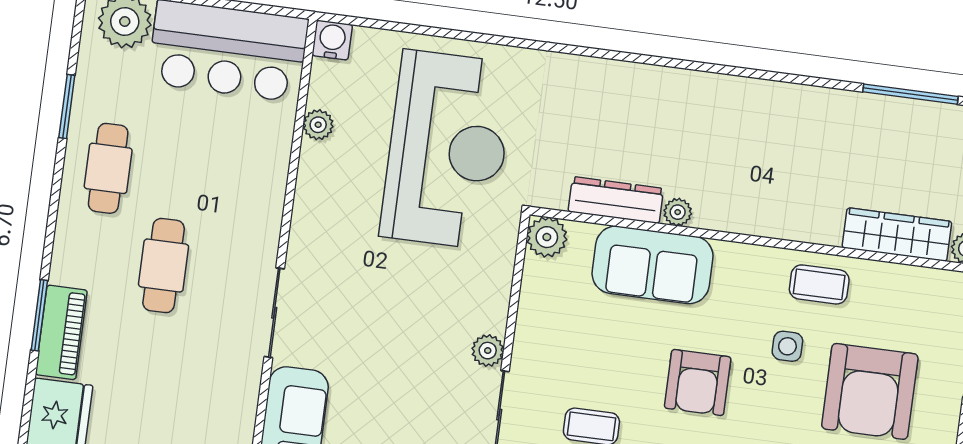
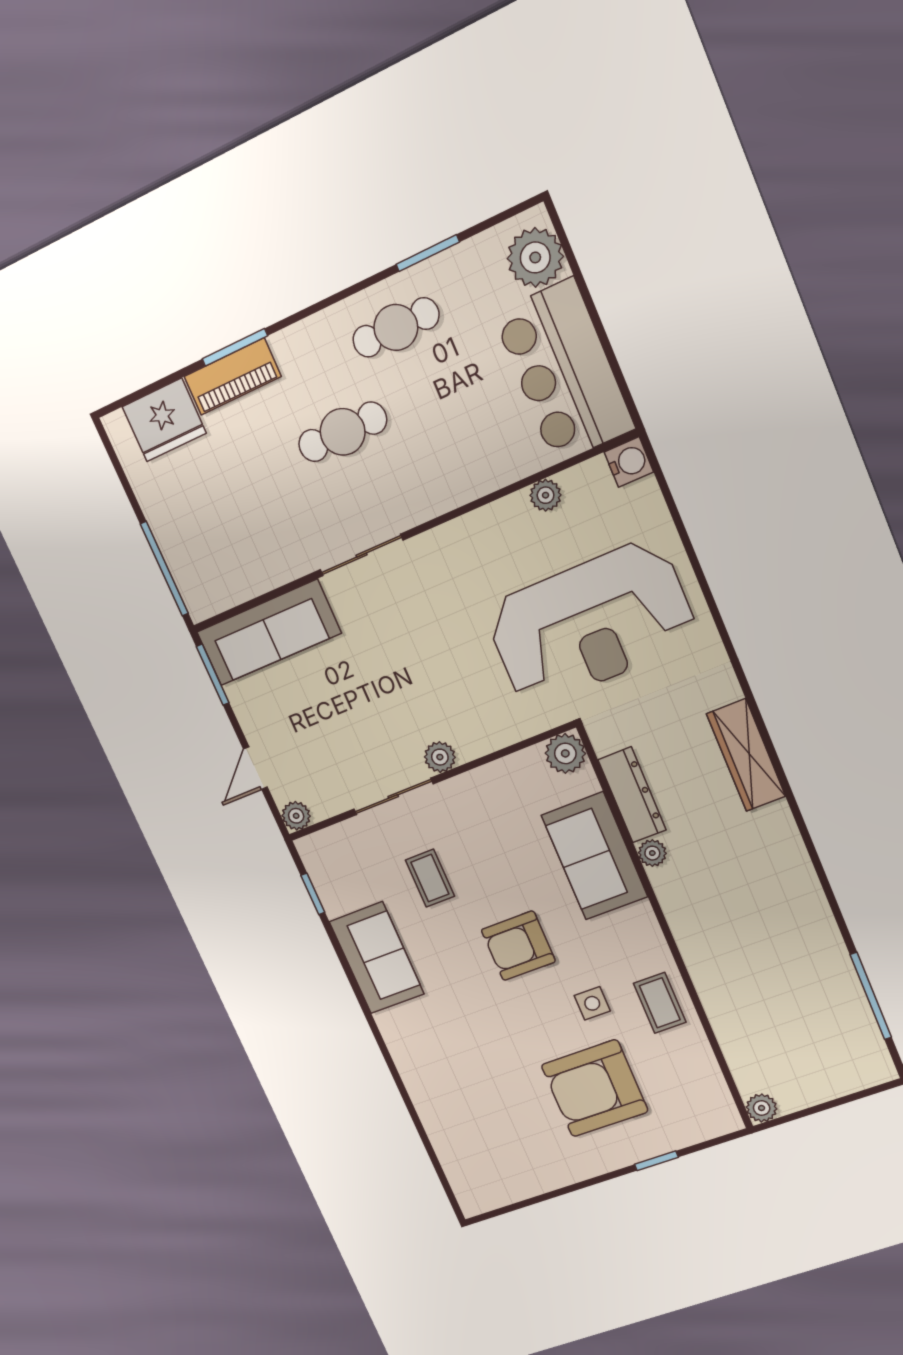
wardrobe: (897, 235) -> (746, 755), moved, turned 180

